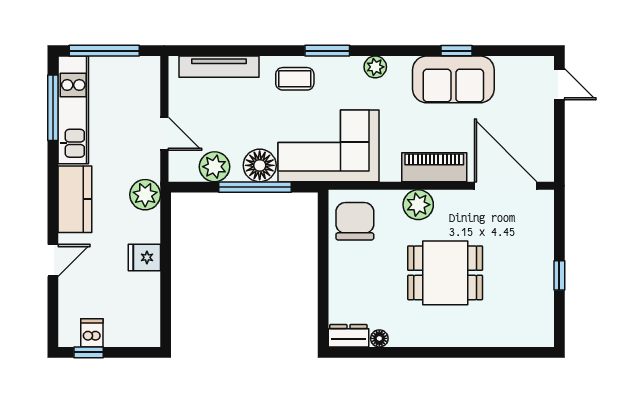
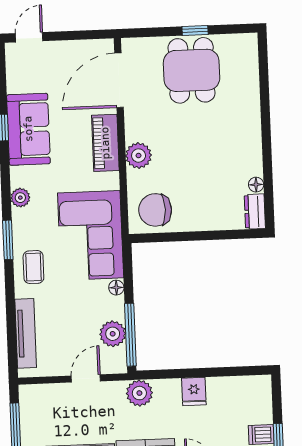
floor lamp: (260, 165) -> (116, 288), width x0.53, depth x0.53
window: (255, 187) -> (130, 335), moved
dining table: (445, 273) -> (192, 70), moved

